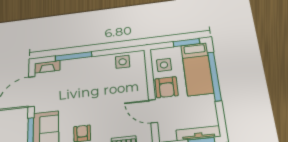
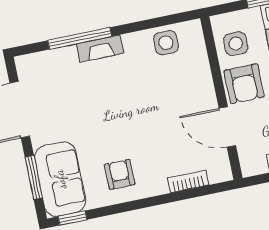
fireplace: (47, 67) -> (100, 49), moved

